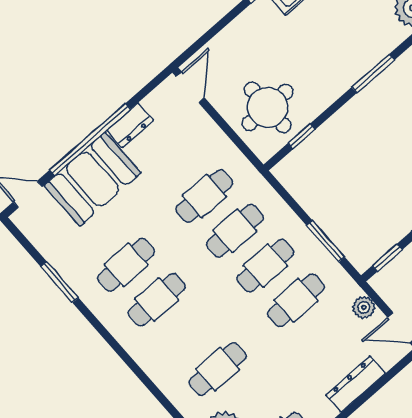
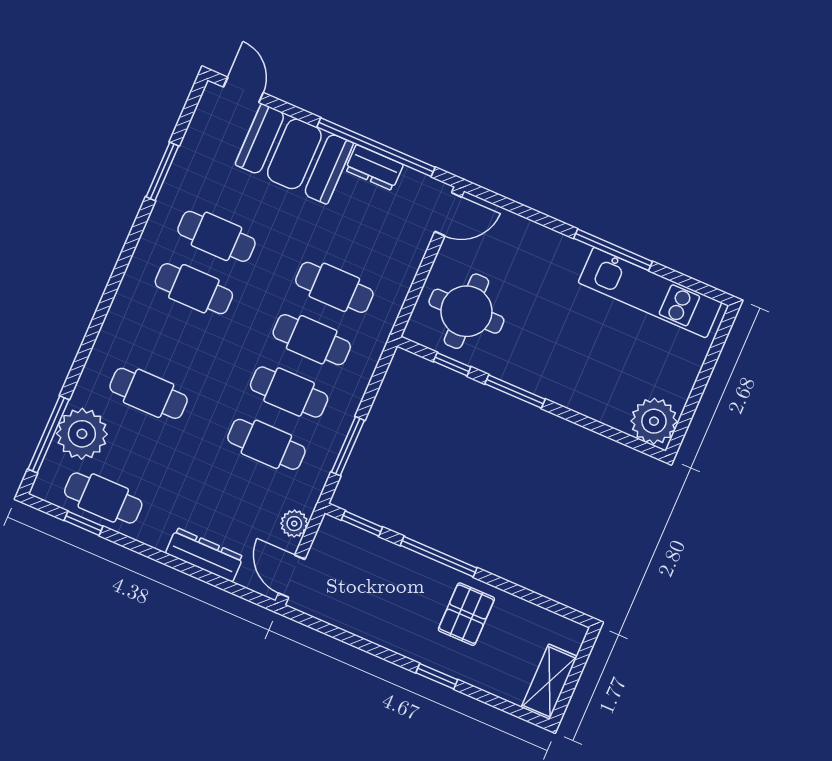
window: (373, 74) -> (515, 391), moved
window: (90, 140) -> (376, 147), moved

